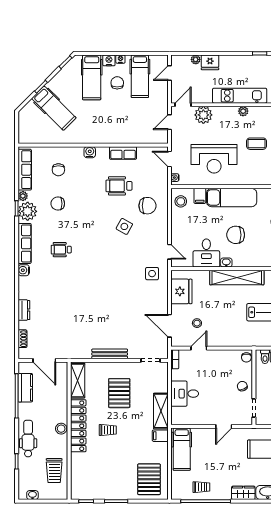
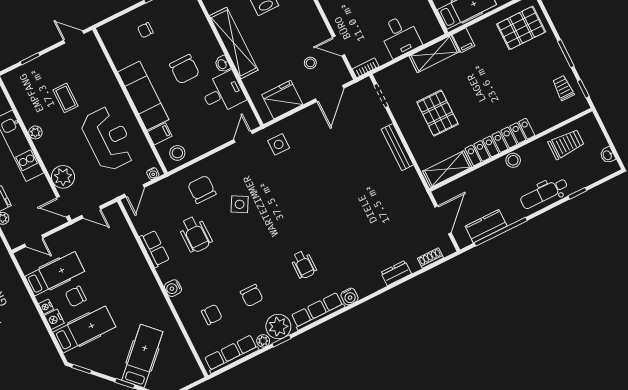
pallet: (119, 393) -> (438, 113), turned 90
trolley: (108, 430) -> (563, 88), moved

